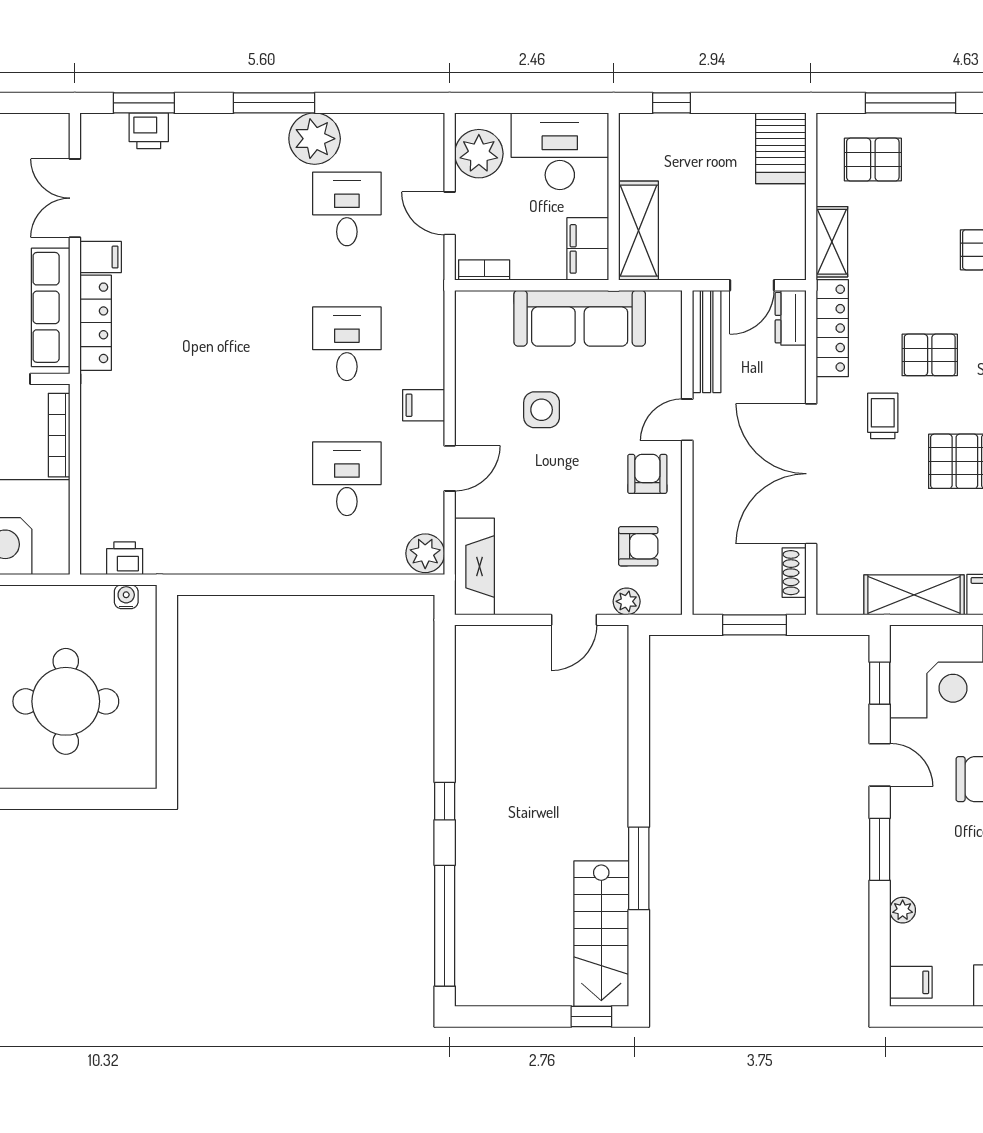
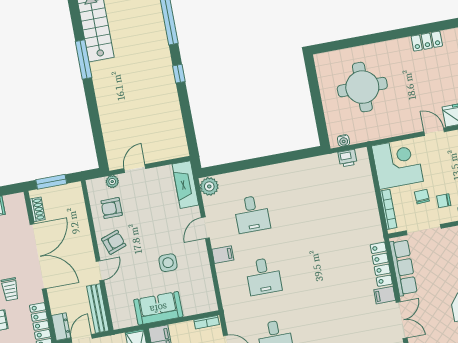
sofa: (580, 318) -> (158, 308), width x0.73
armchair: (647, 474) -> (114, 242), turned -109

